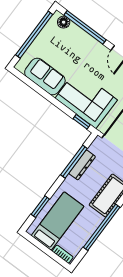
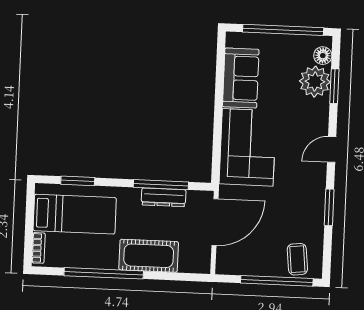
window: (85, 27) -> (334, 86), width x0.47
plant: (75, 36) -> (315, 82), added
window: (82, 122) -> (216, 161), removed

